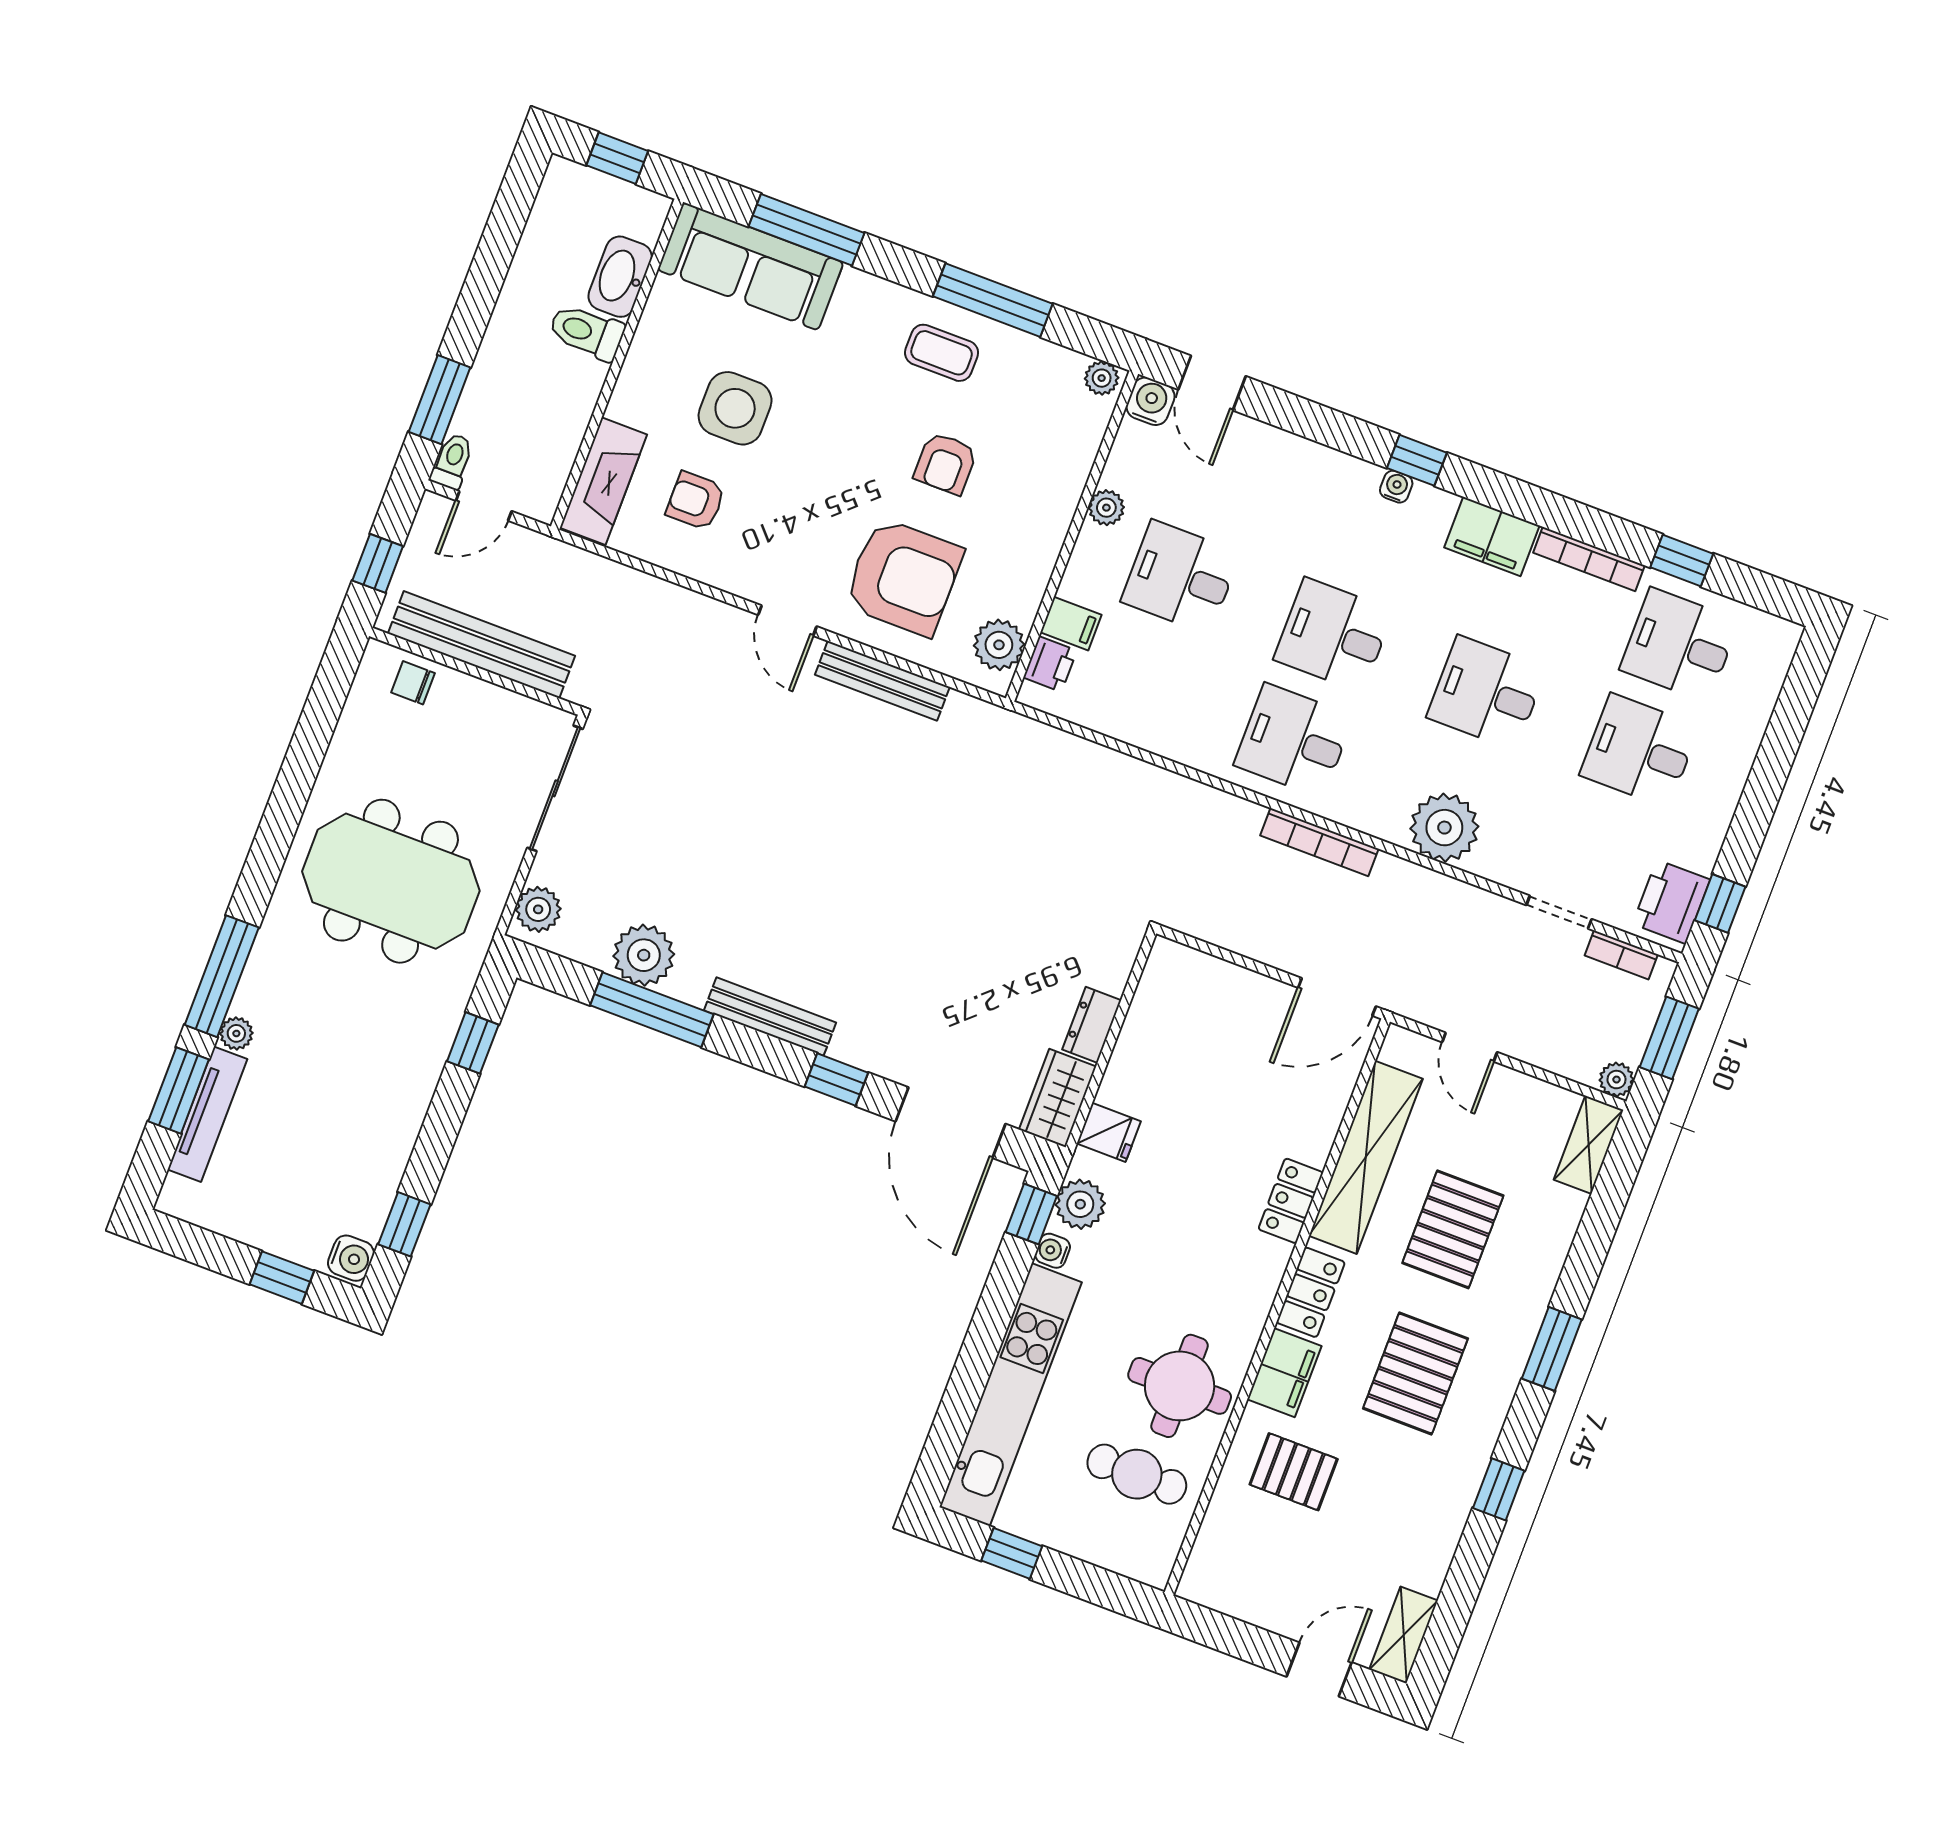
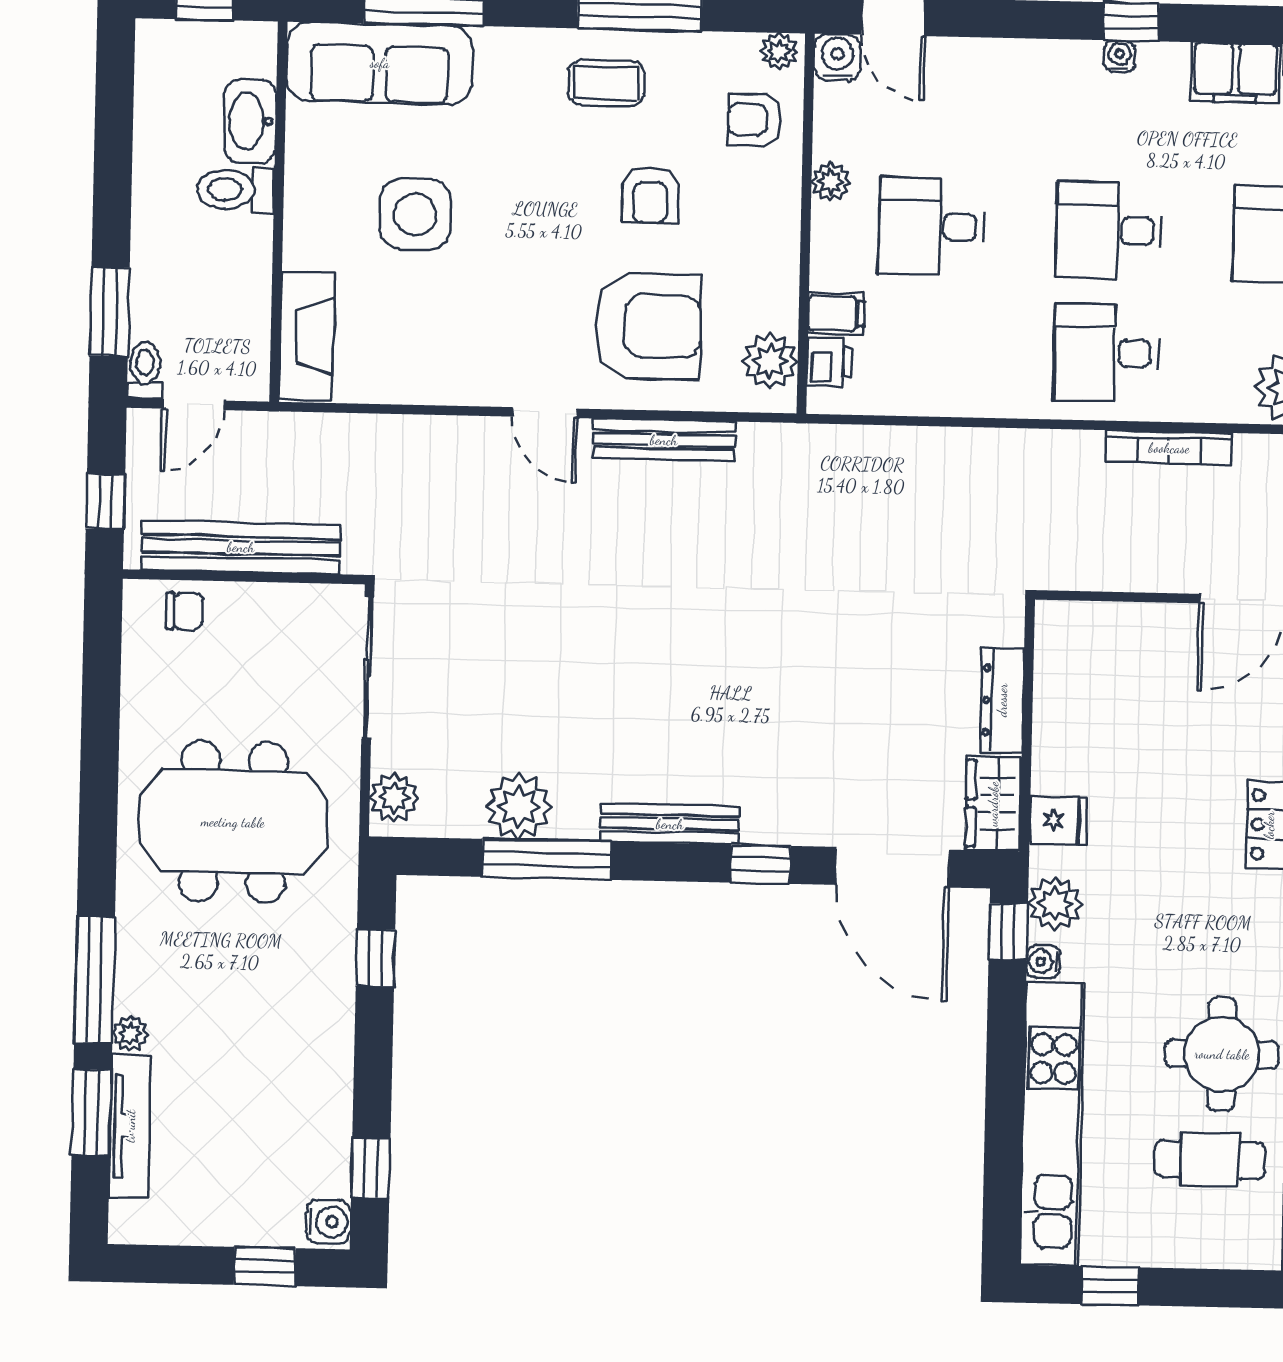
armchair: (696, 501) -> (755, 120), moved
chair: (413, 683) -> (185, 611), turned 180
dresser: (1092, 1025) -> (1002, 700), width x1.44

